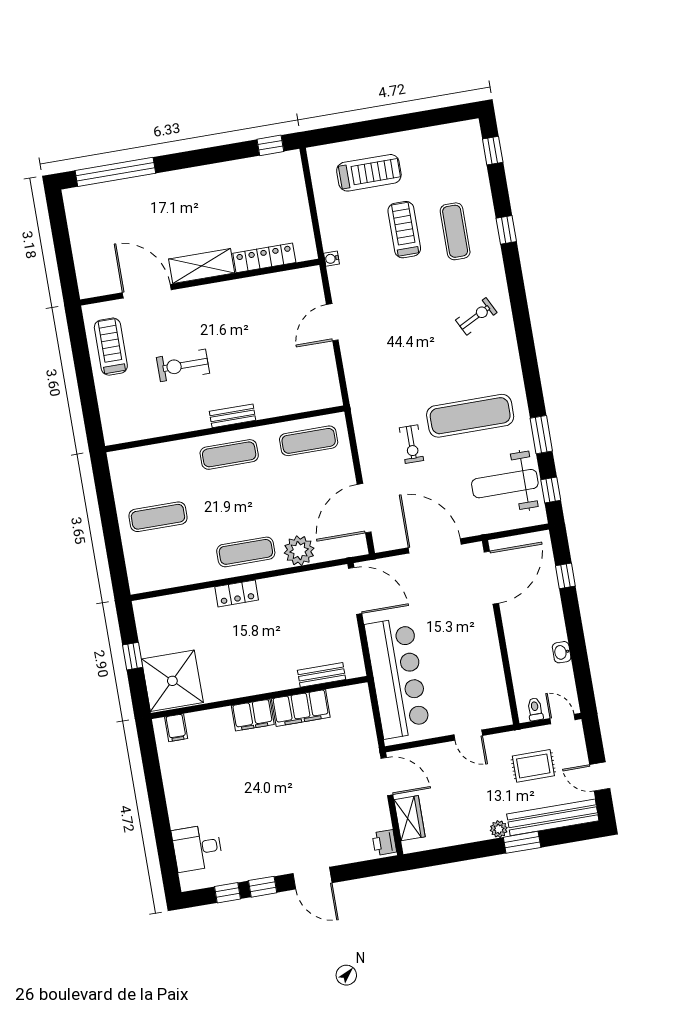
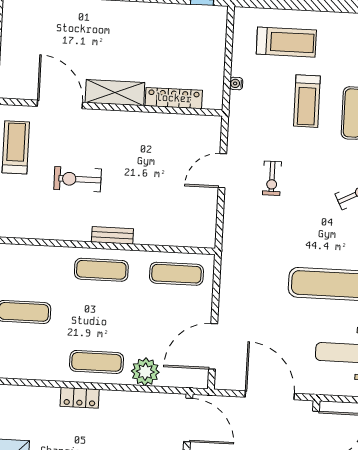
treadmill: (404, 230) -> (307, 101), turned 180
water cooler: (331, 259) -> (236, 83), moved
exercise bike: (412, 444) -> (272, 178), moved

